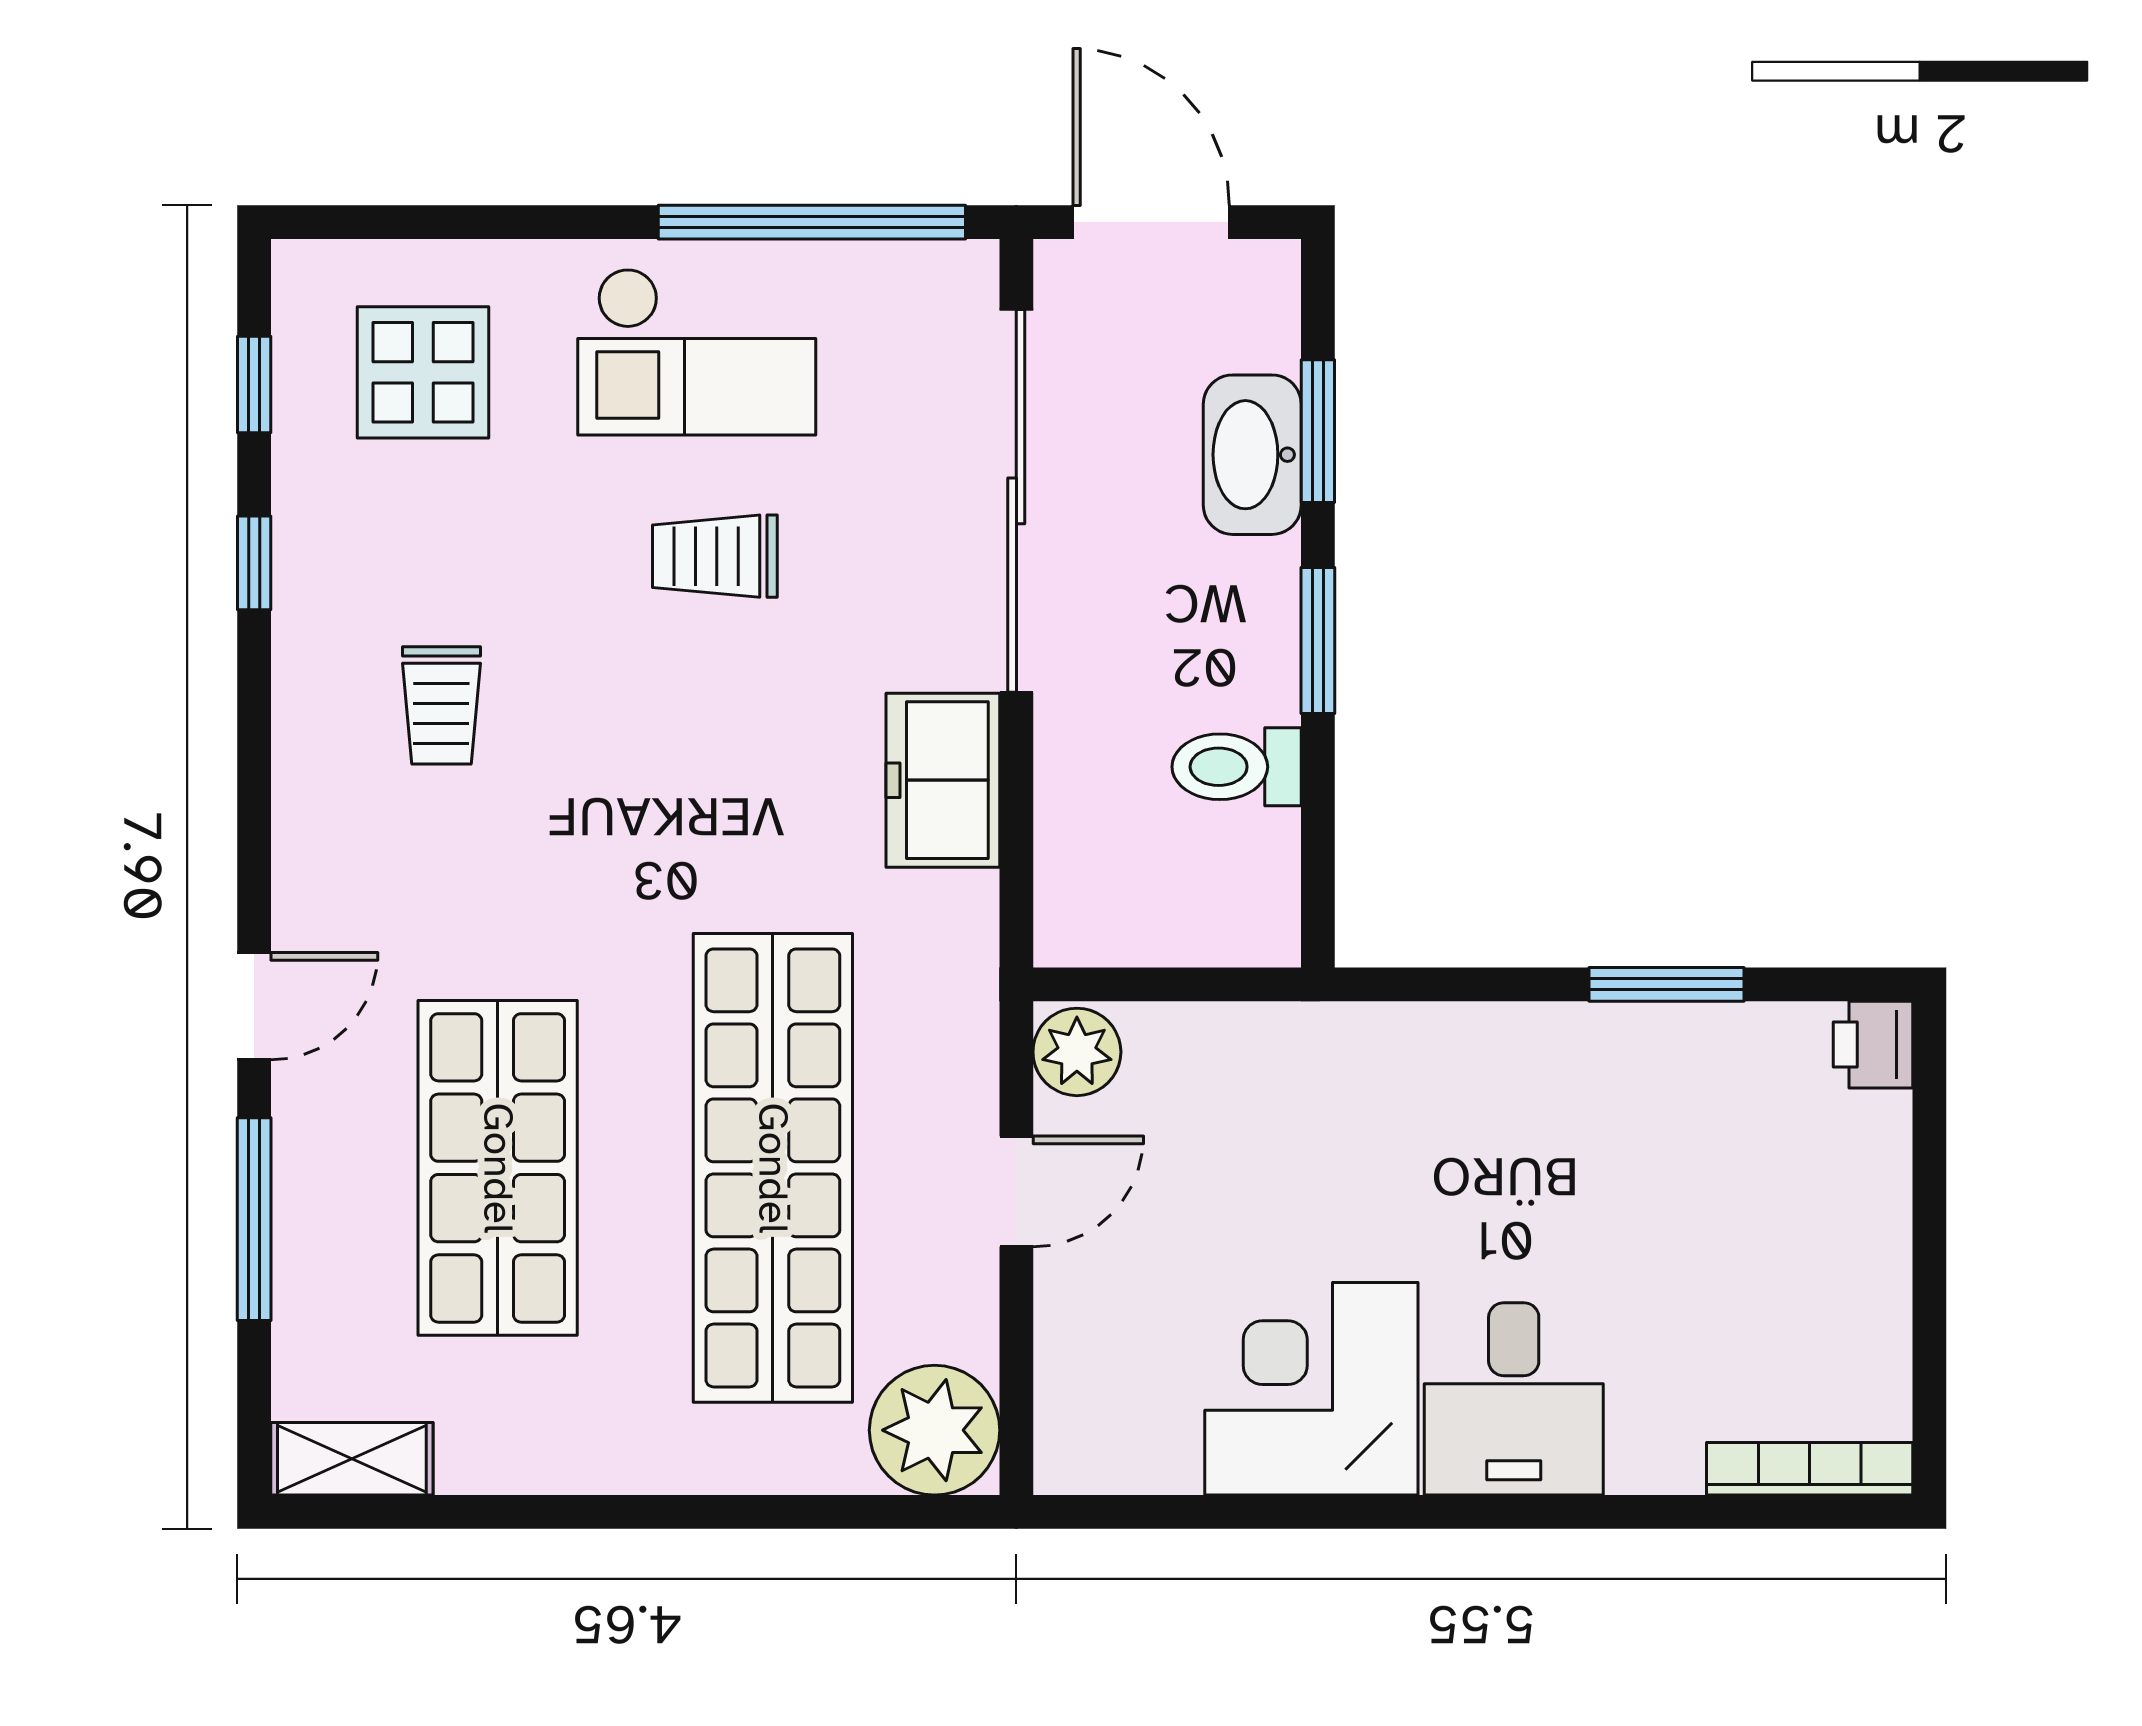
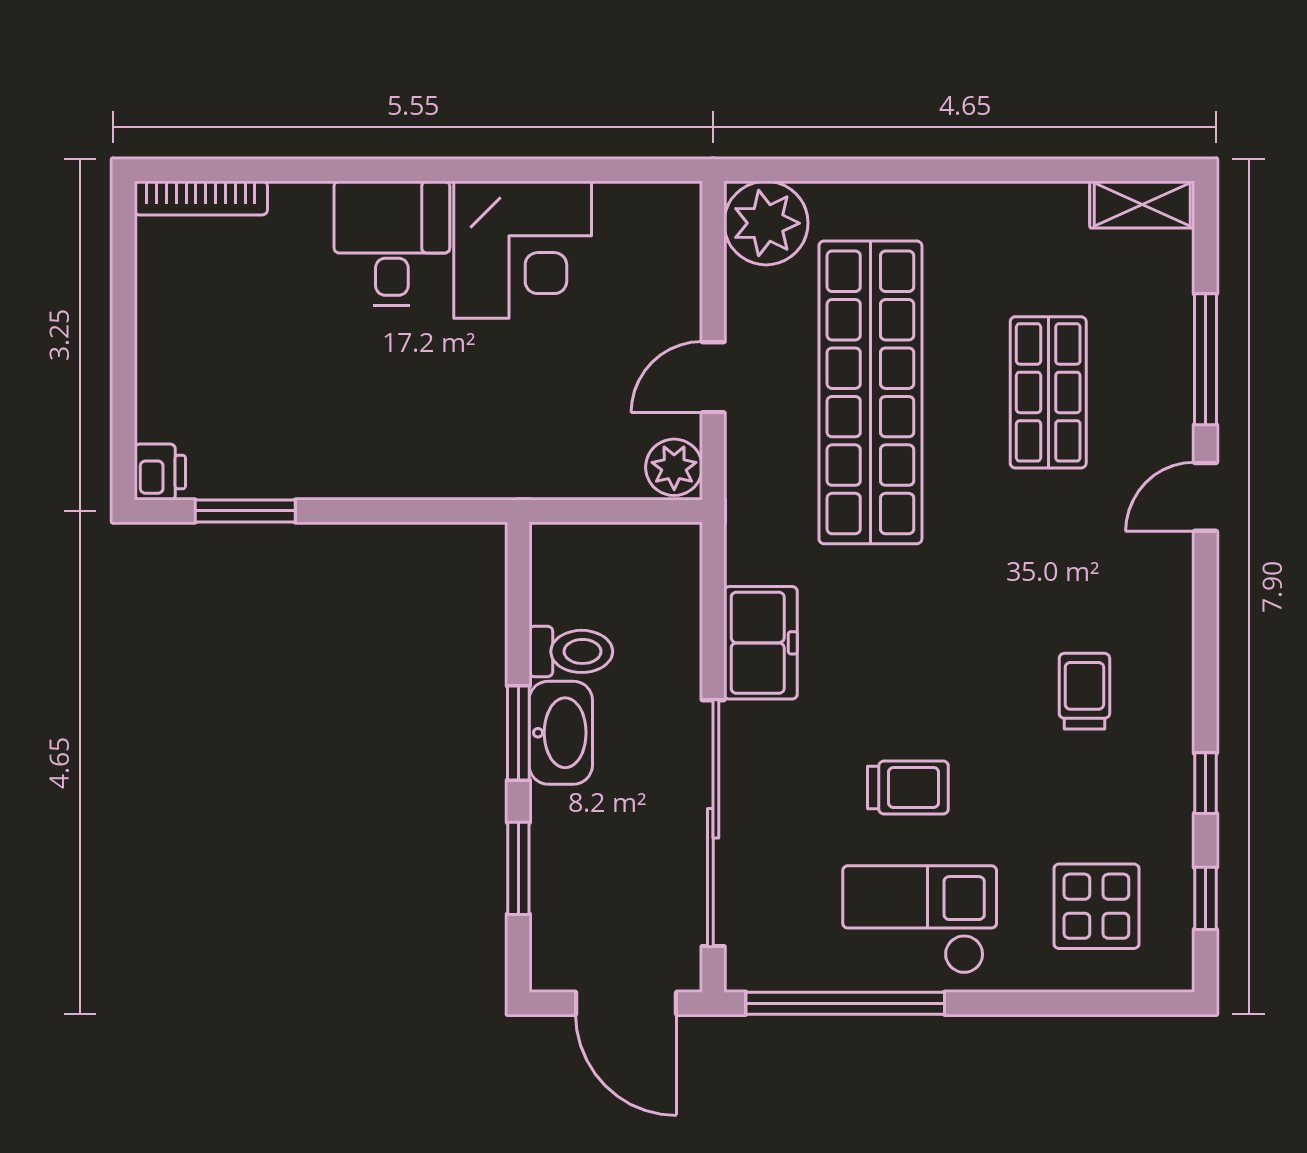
washbasin: (1252, 455) -> (561, 733), moved
window: (1666, 984) -> (245, 511), moved
shop shelf: (498, 1168) -> (1048, 392), width x0.70, depth x0.74

